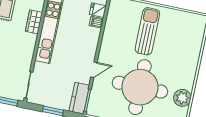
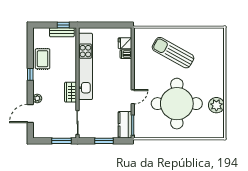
wardrobe: (34, 22) -> (71, 92), moved
sun lounger: (147, 31) -> (173, 53), turned -61

